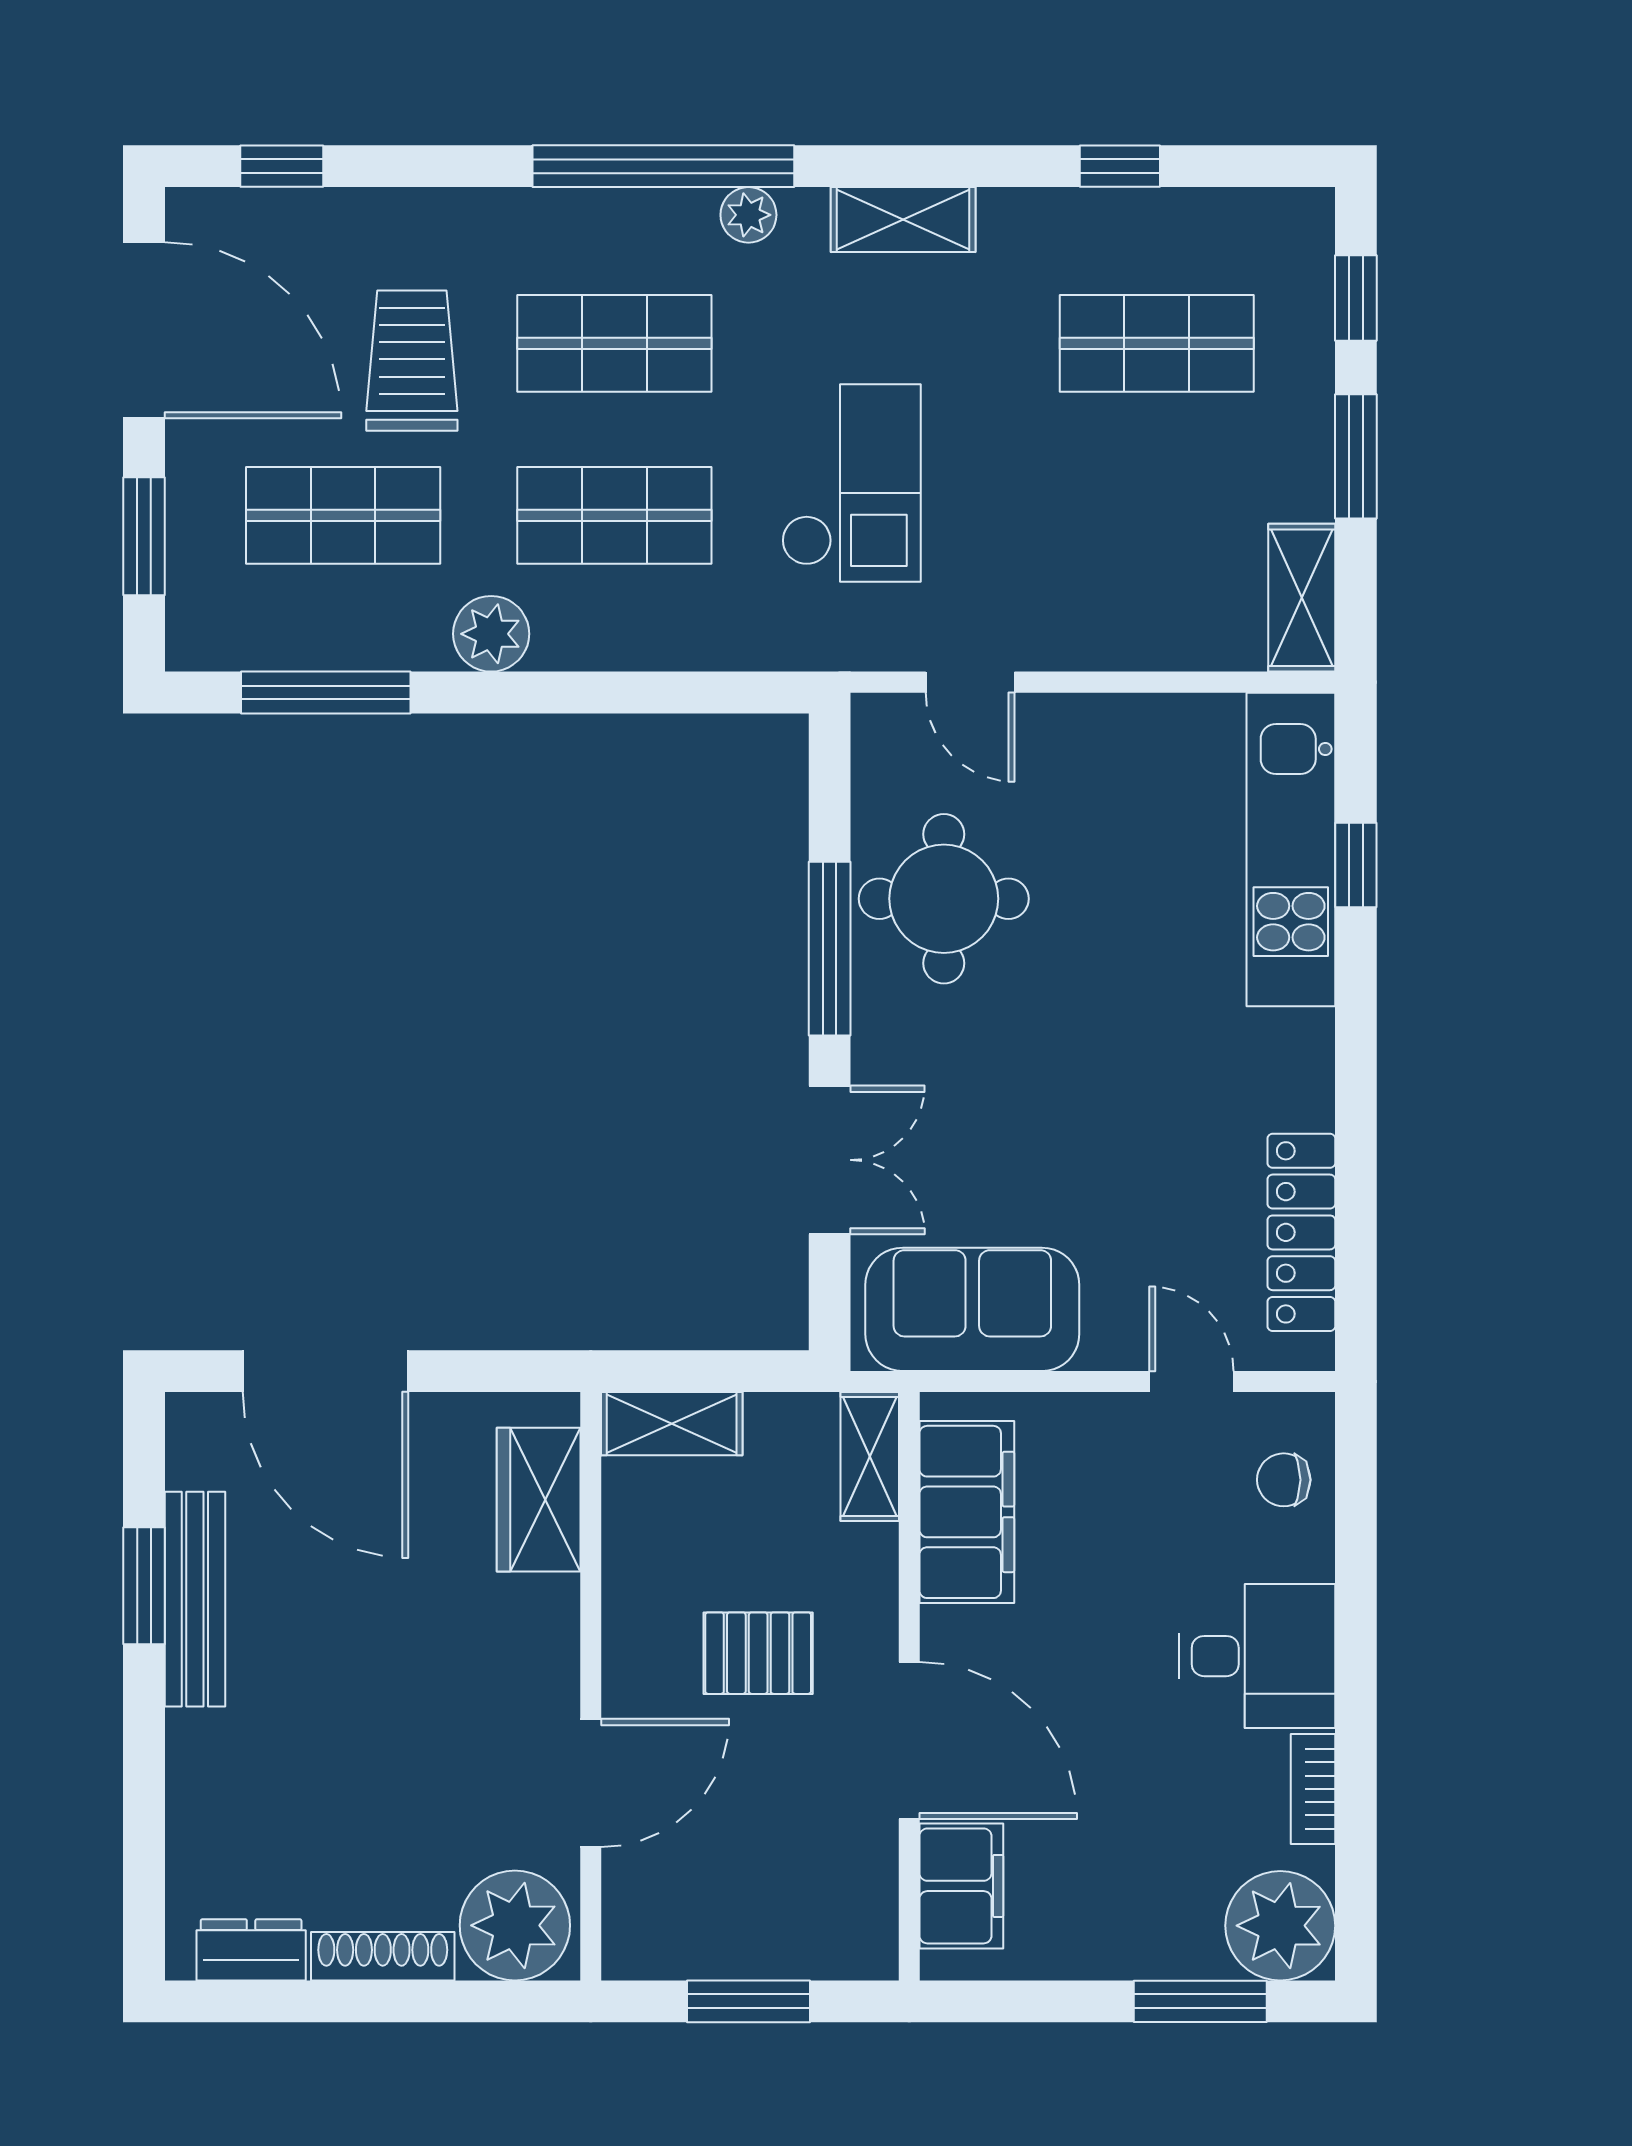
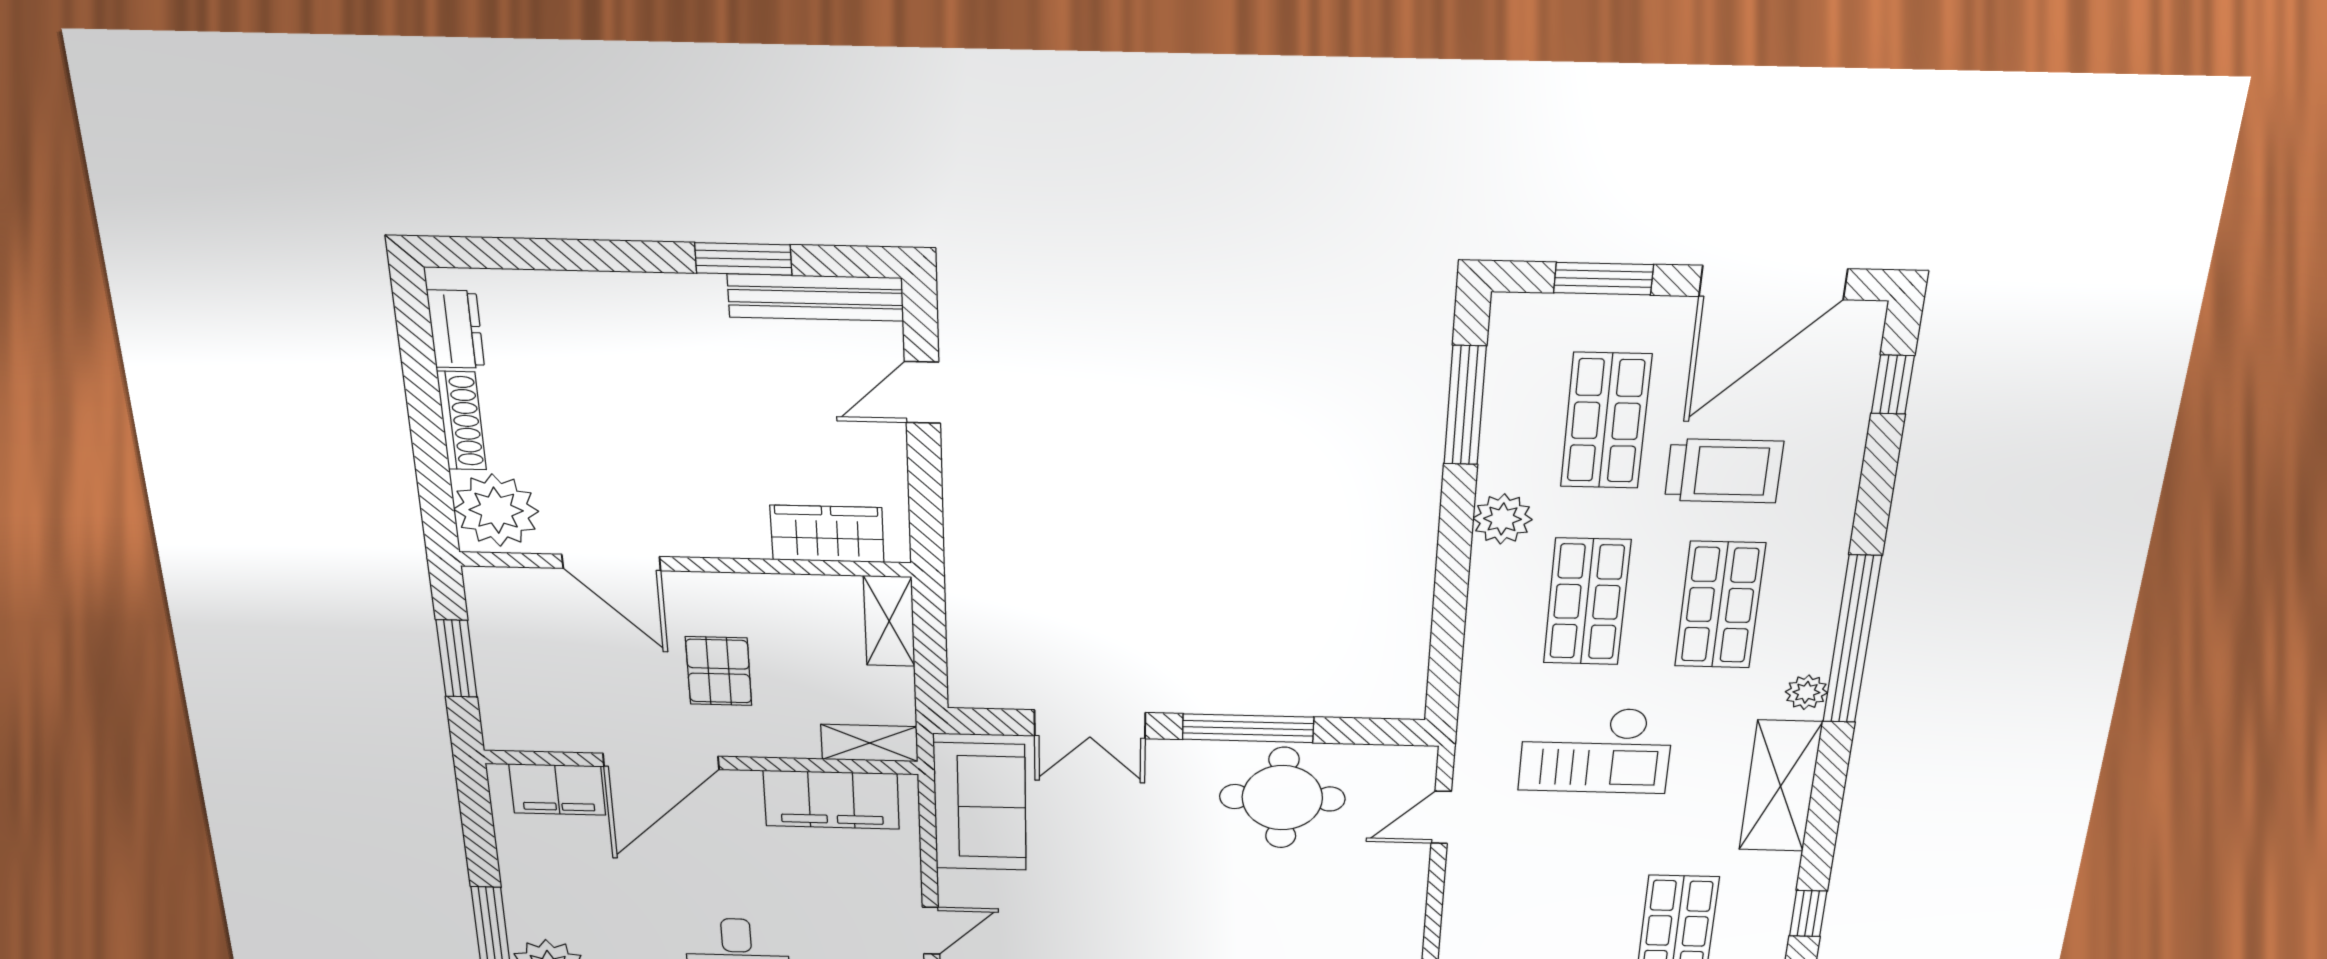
shelving: (903, 220) -> (1781, 786), width x1.50, depth x1.33
door: (326, 1371) -> (922, 392), width x0.53
bench: (195, 1599) -> (815, 297), moved

